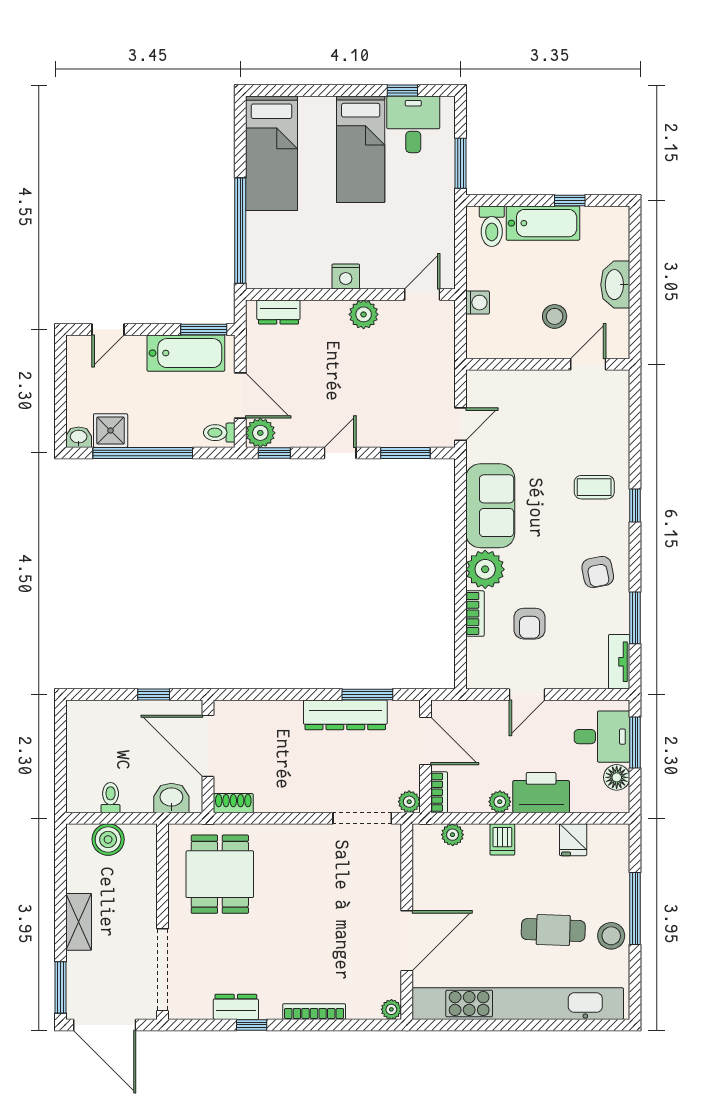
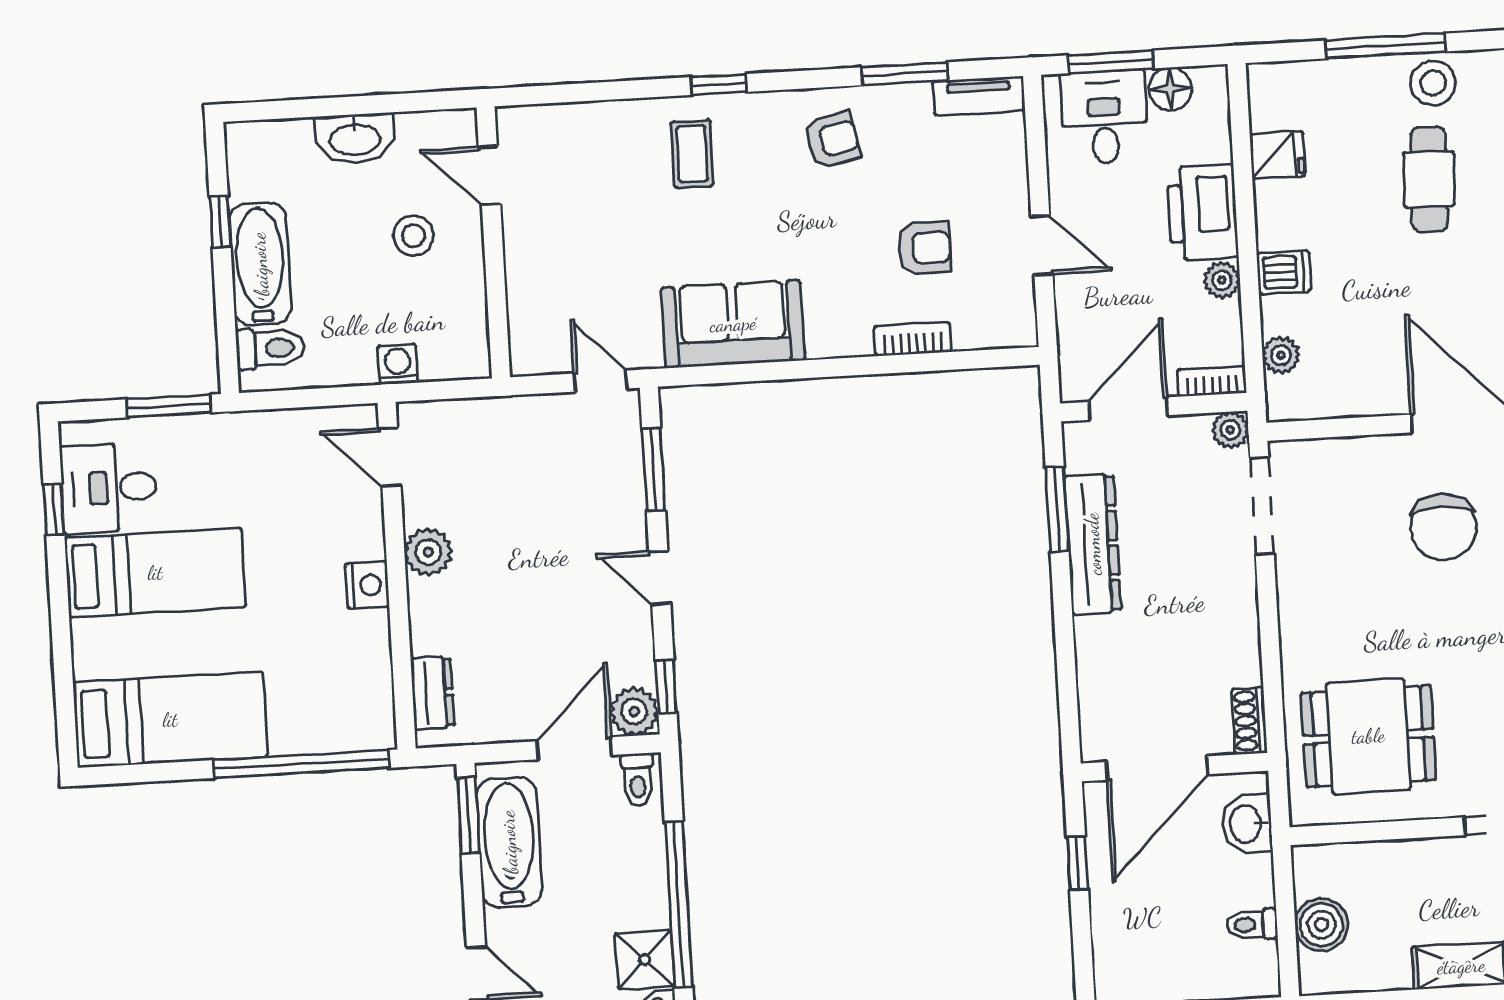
plant: (485, 569) -> (838, 326), removed
chair: (343, 927) -> (1443, 527), added

